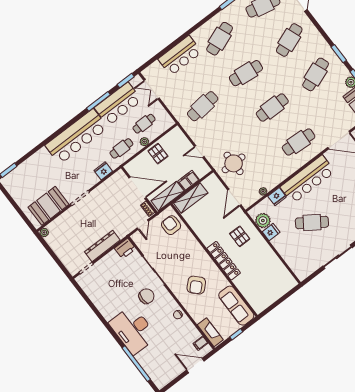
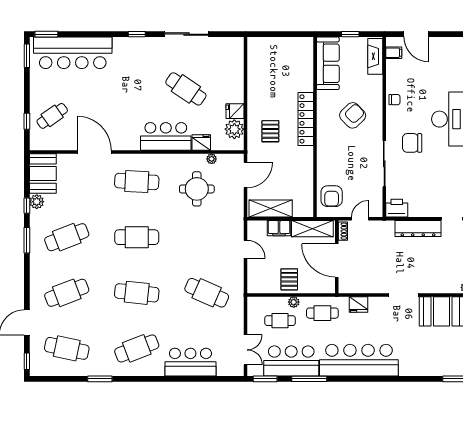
cafe table: (203, 106) -> (207, 293), turned 30
round table: (234, 163) -> (197, 189), moved
bar counter: (308, 179) -> (166, 136), width x0.73
shelving: (191, 198) -> (271, 209), moved

